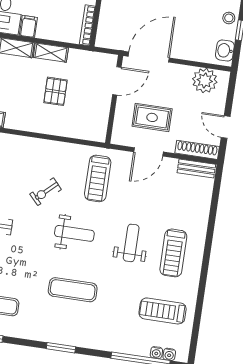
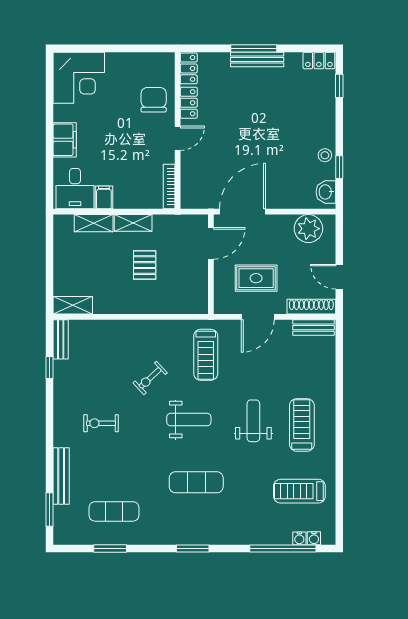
treadmill: (173, 253) -> (302, 425), turned 180

